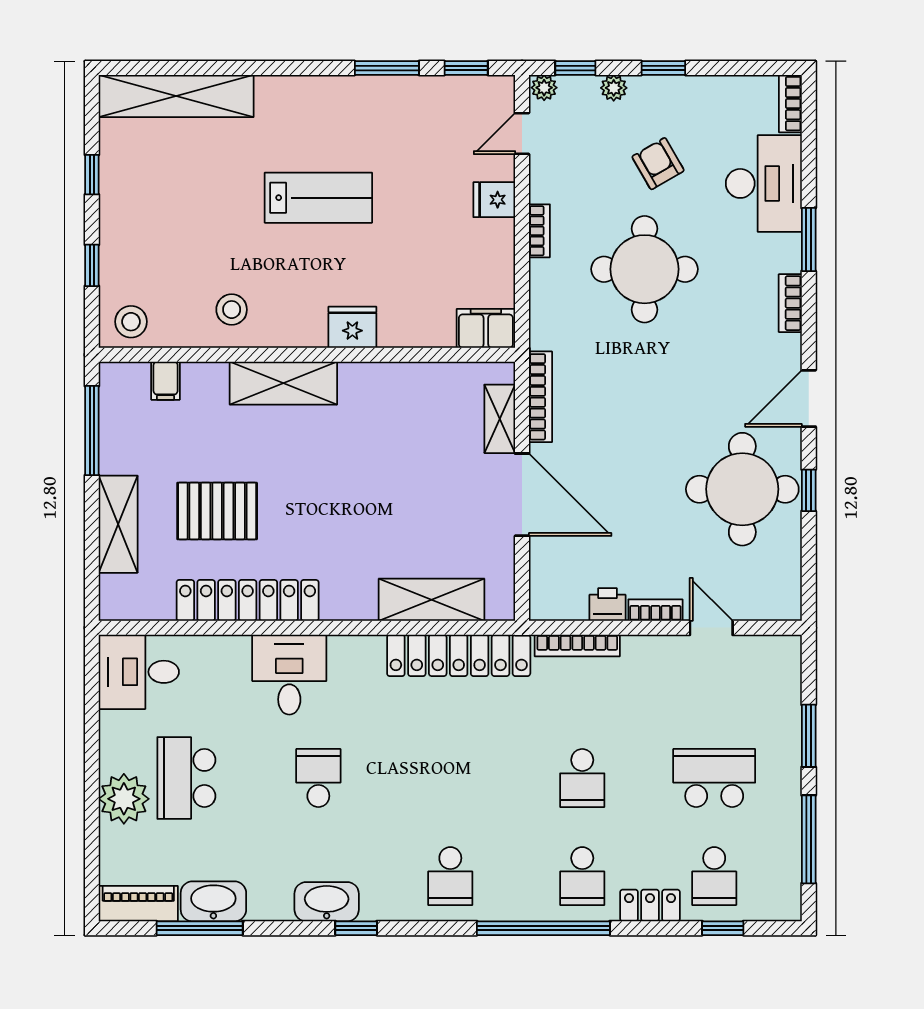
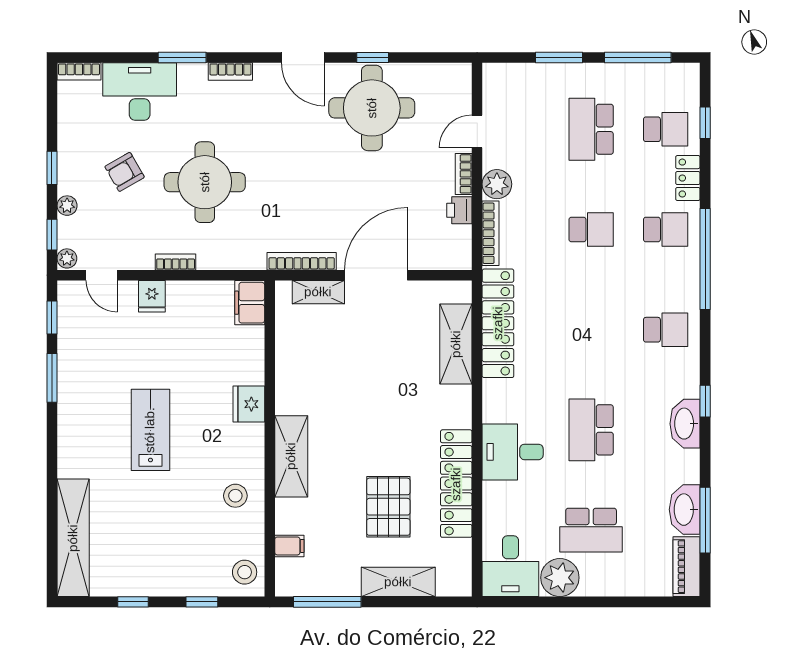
plant: (642, 654) -> (497, 184), added
school desk: (318, 778) -> (591, 430), width x1.85
plant: (124, 799) -> (560, 578), moved

